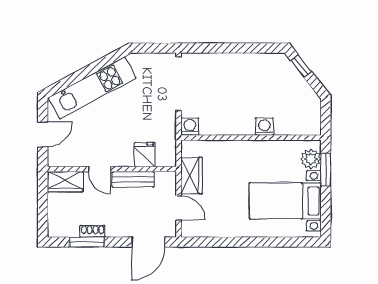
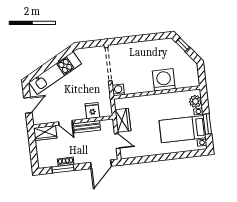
washing machine: (264, 127) -> (164, 80), width x1.89, depth x1.89
window: (326, 169) -> (207, 124), moved

